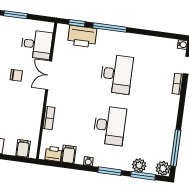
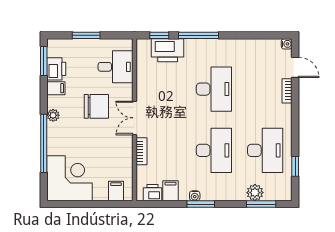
chair: (16, 75) -> (96, 106), width x1.87, depth x1.87
double door: (49, 75) -> (134, 118), moved
desk: (153, 131) -> (265, 150), added
window: (176, 148) -> (295, 166), width x0.46
plant: (163, 168) -> (283, 192), removed
window: (110, 171) -> (201, 204), moved

